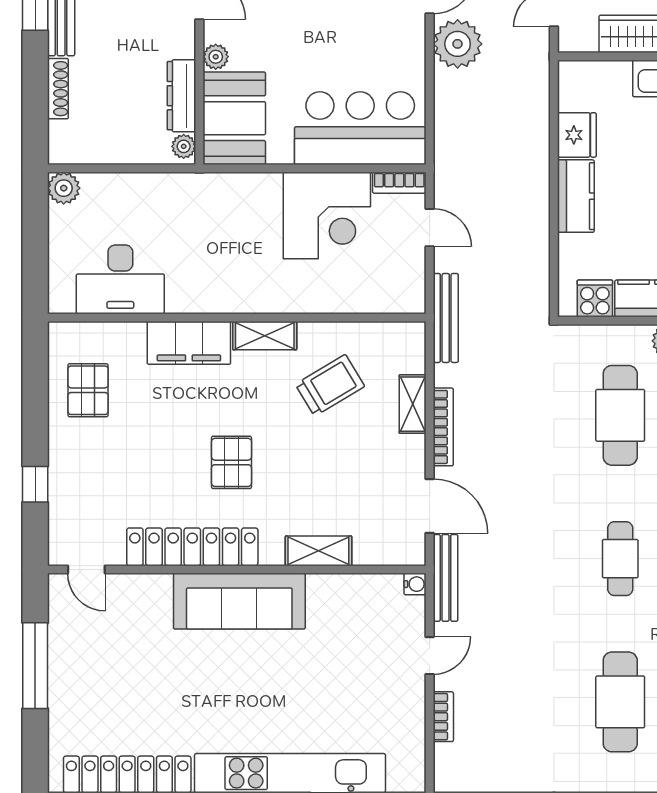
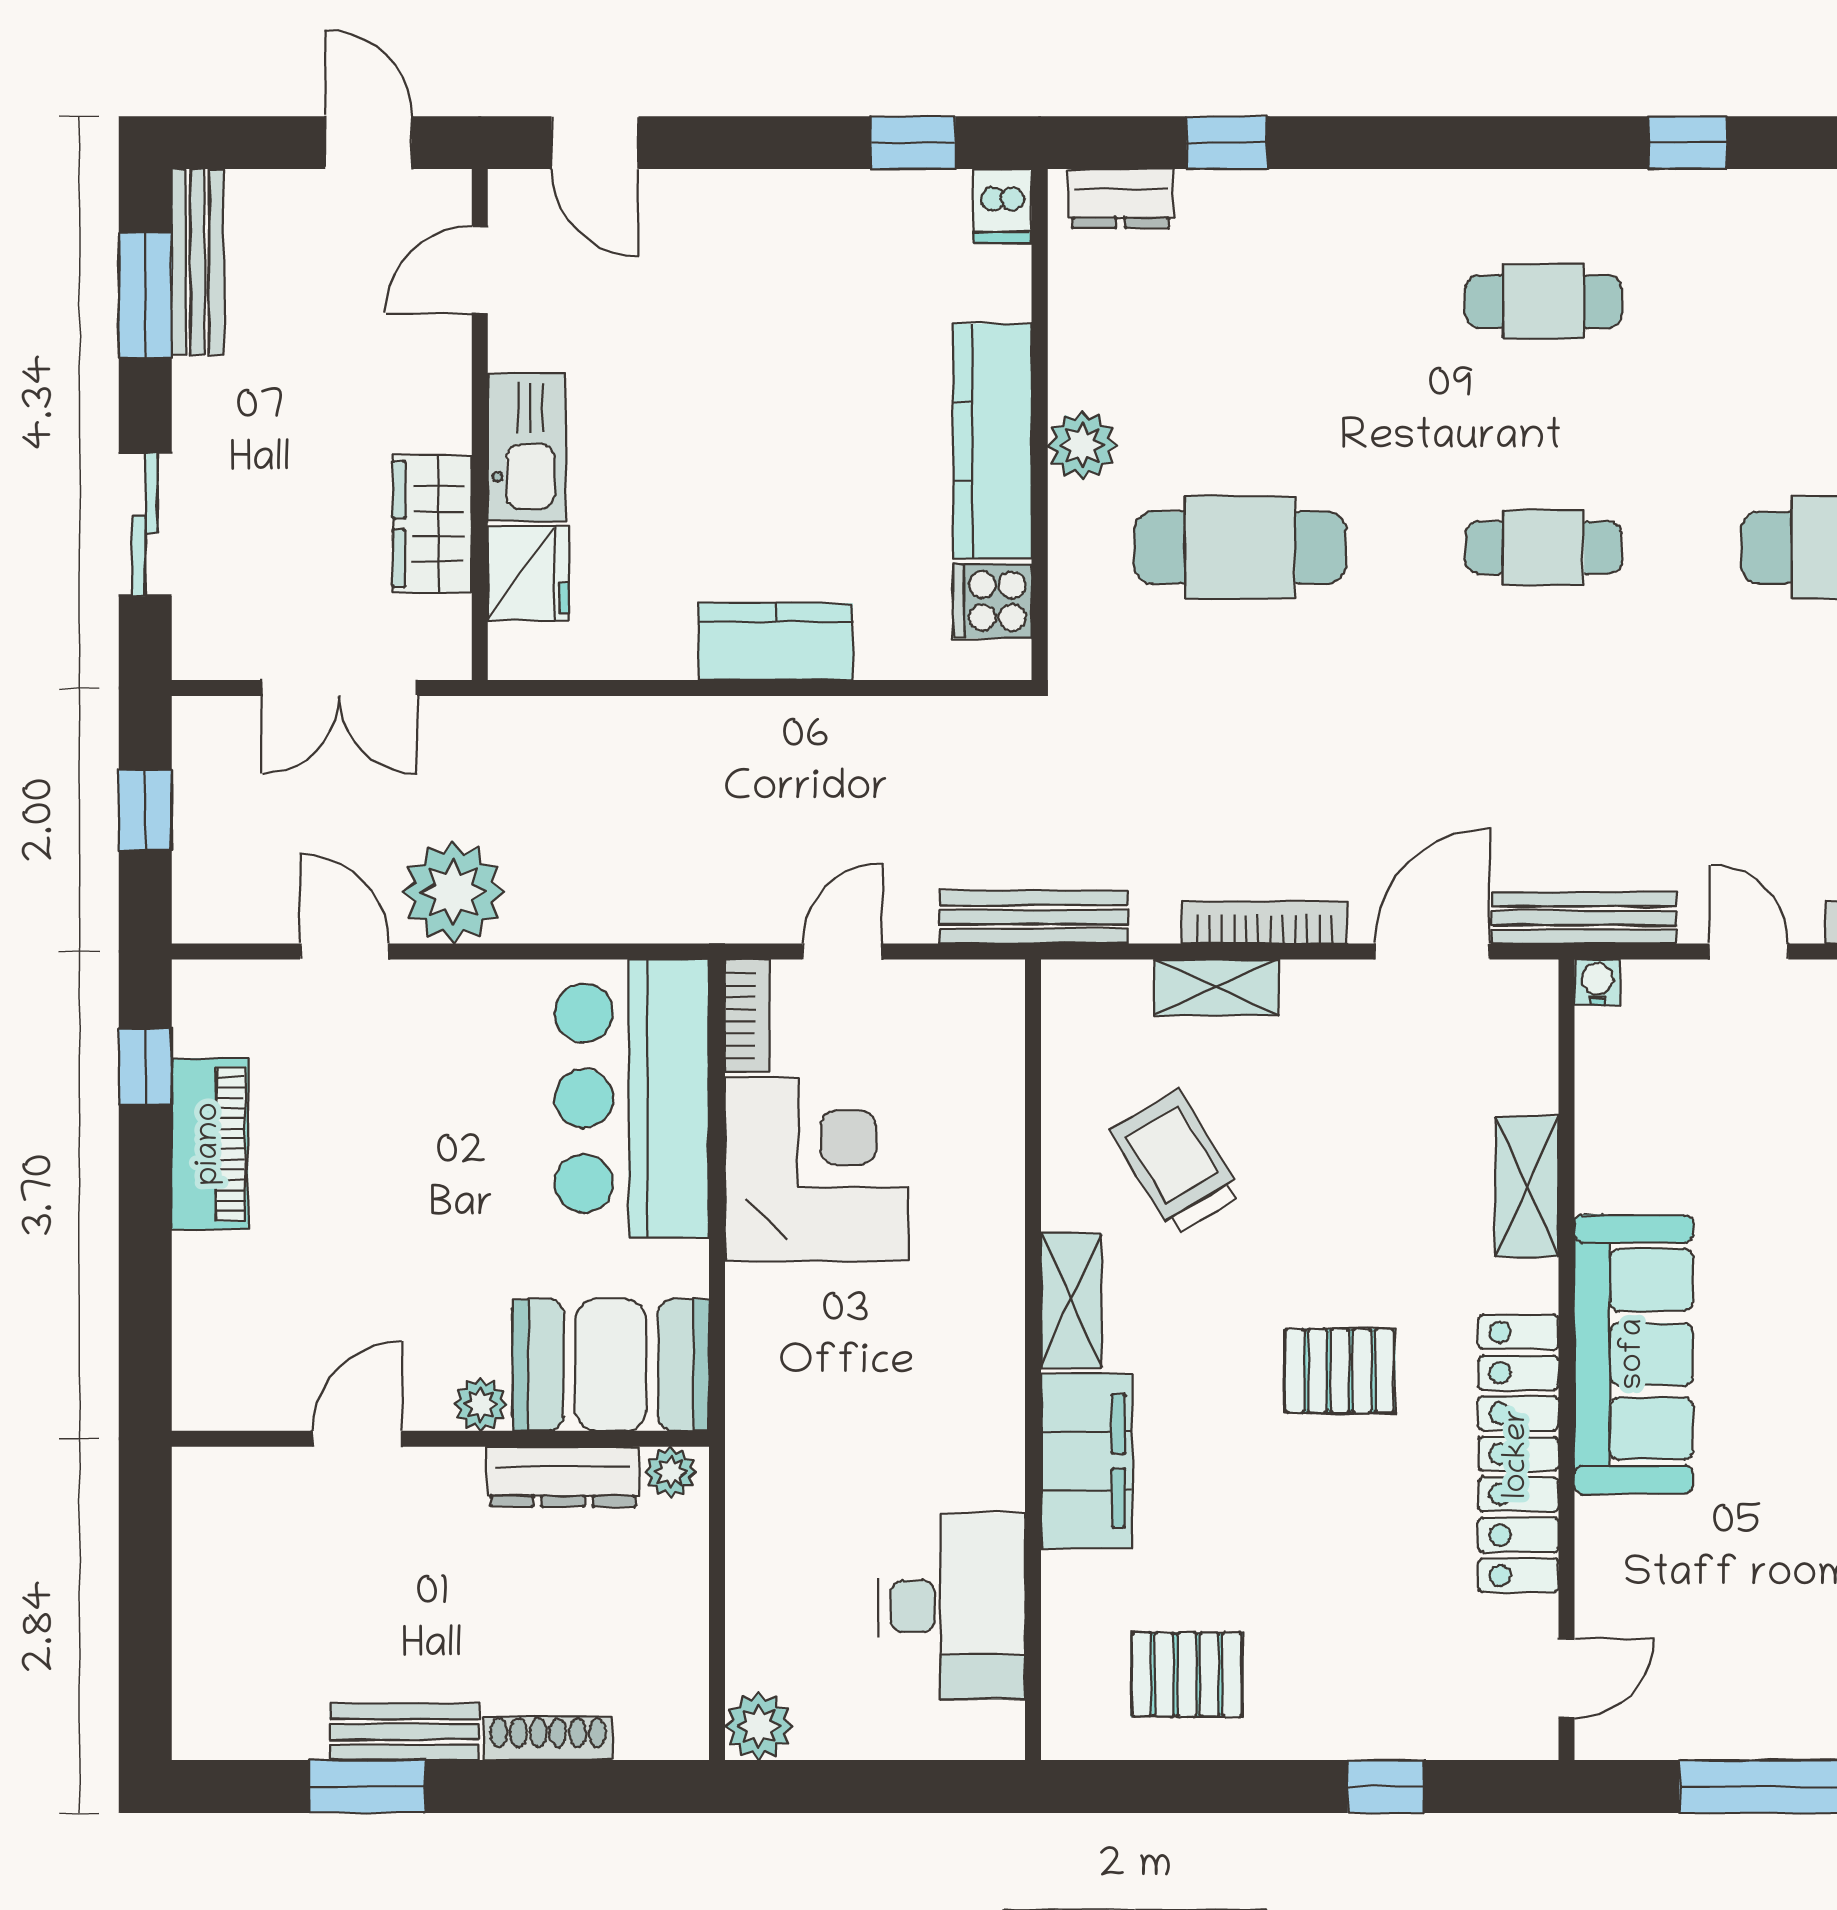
fridge: (577, 135) -> (528, 574), moved, turned 90

